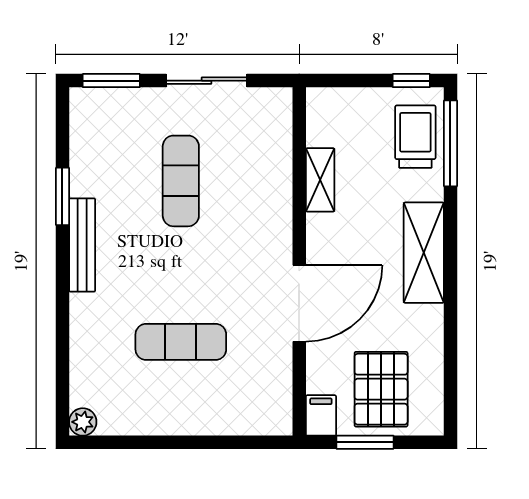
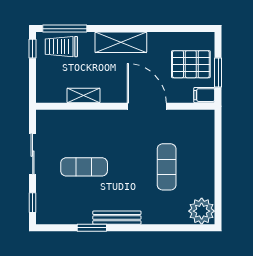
window: (111, 81) -> (33, 203), width x0.67
plant: (83, 422) -> (202, 211), width x1.88, depth x1.88

